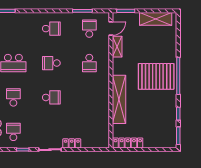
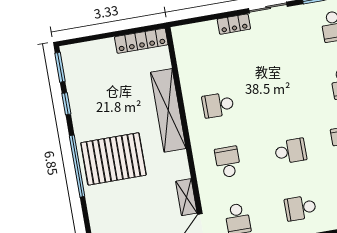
school desk: (51, 97) -> (218, 105), moved

